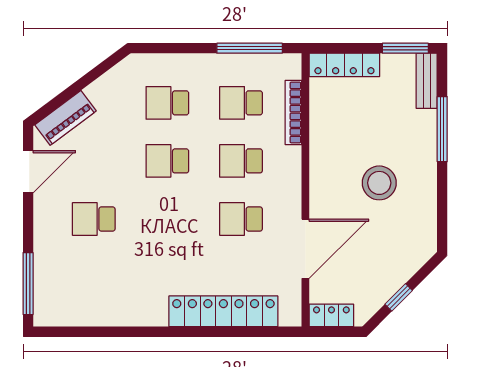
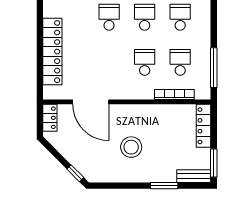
window: (442, 129) -> (164, 186), width x0.69
school desk: (241, 219) -> (109, 17), moved
window: (399, 297) -> (75, 173), moved

